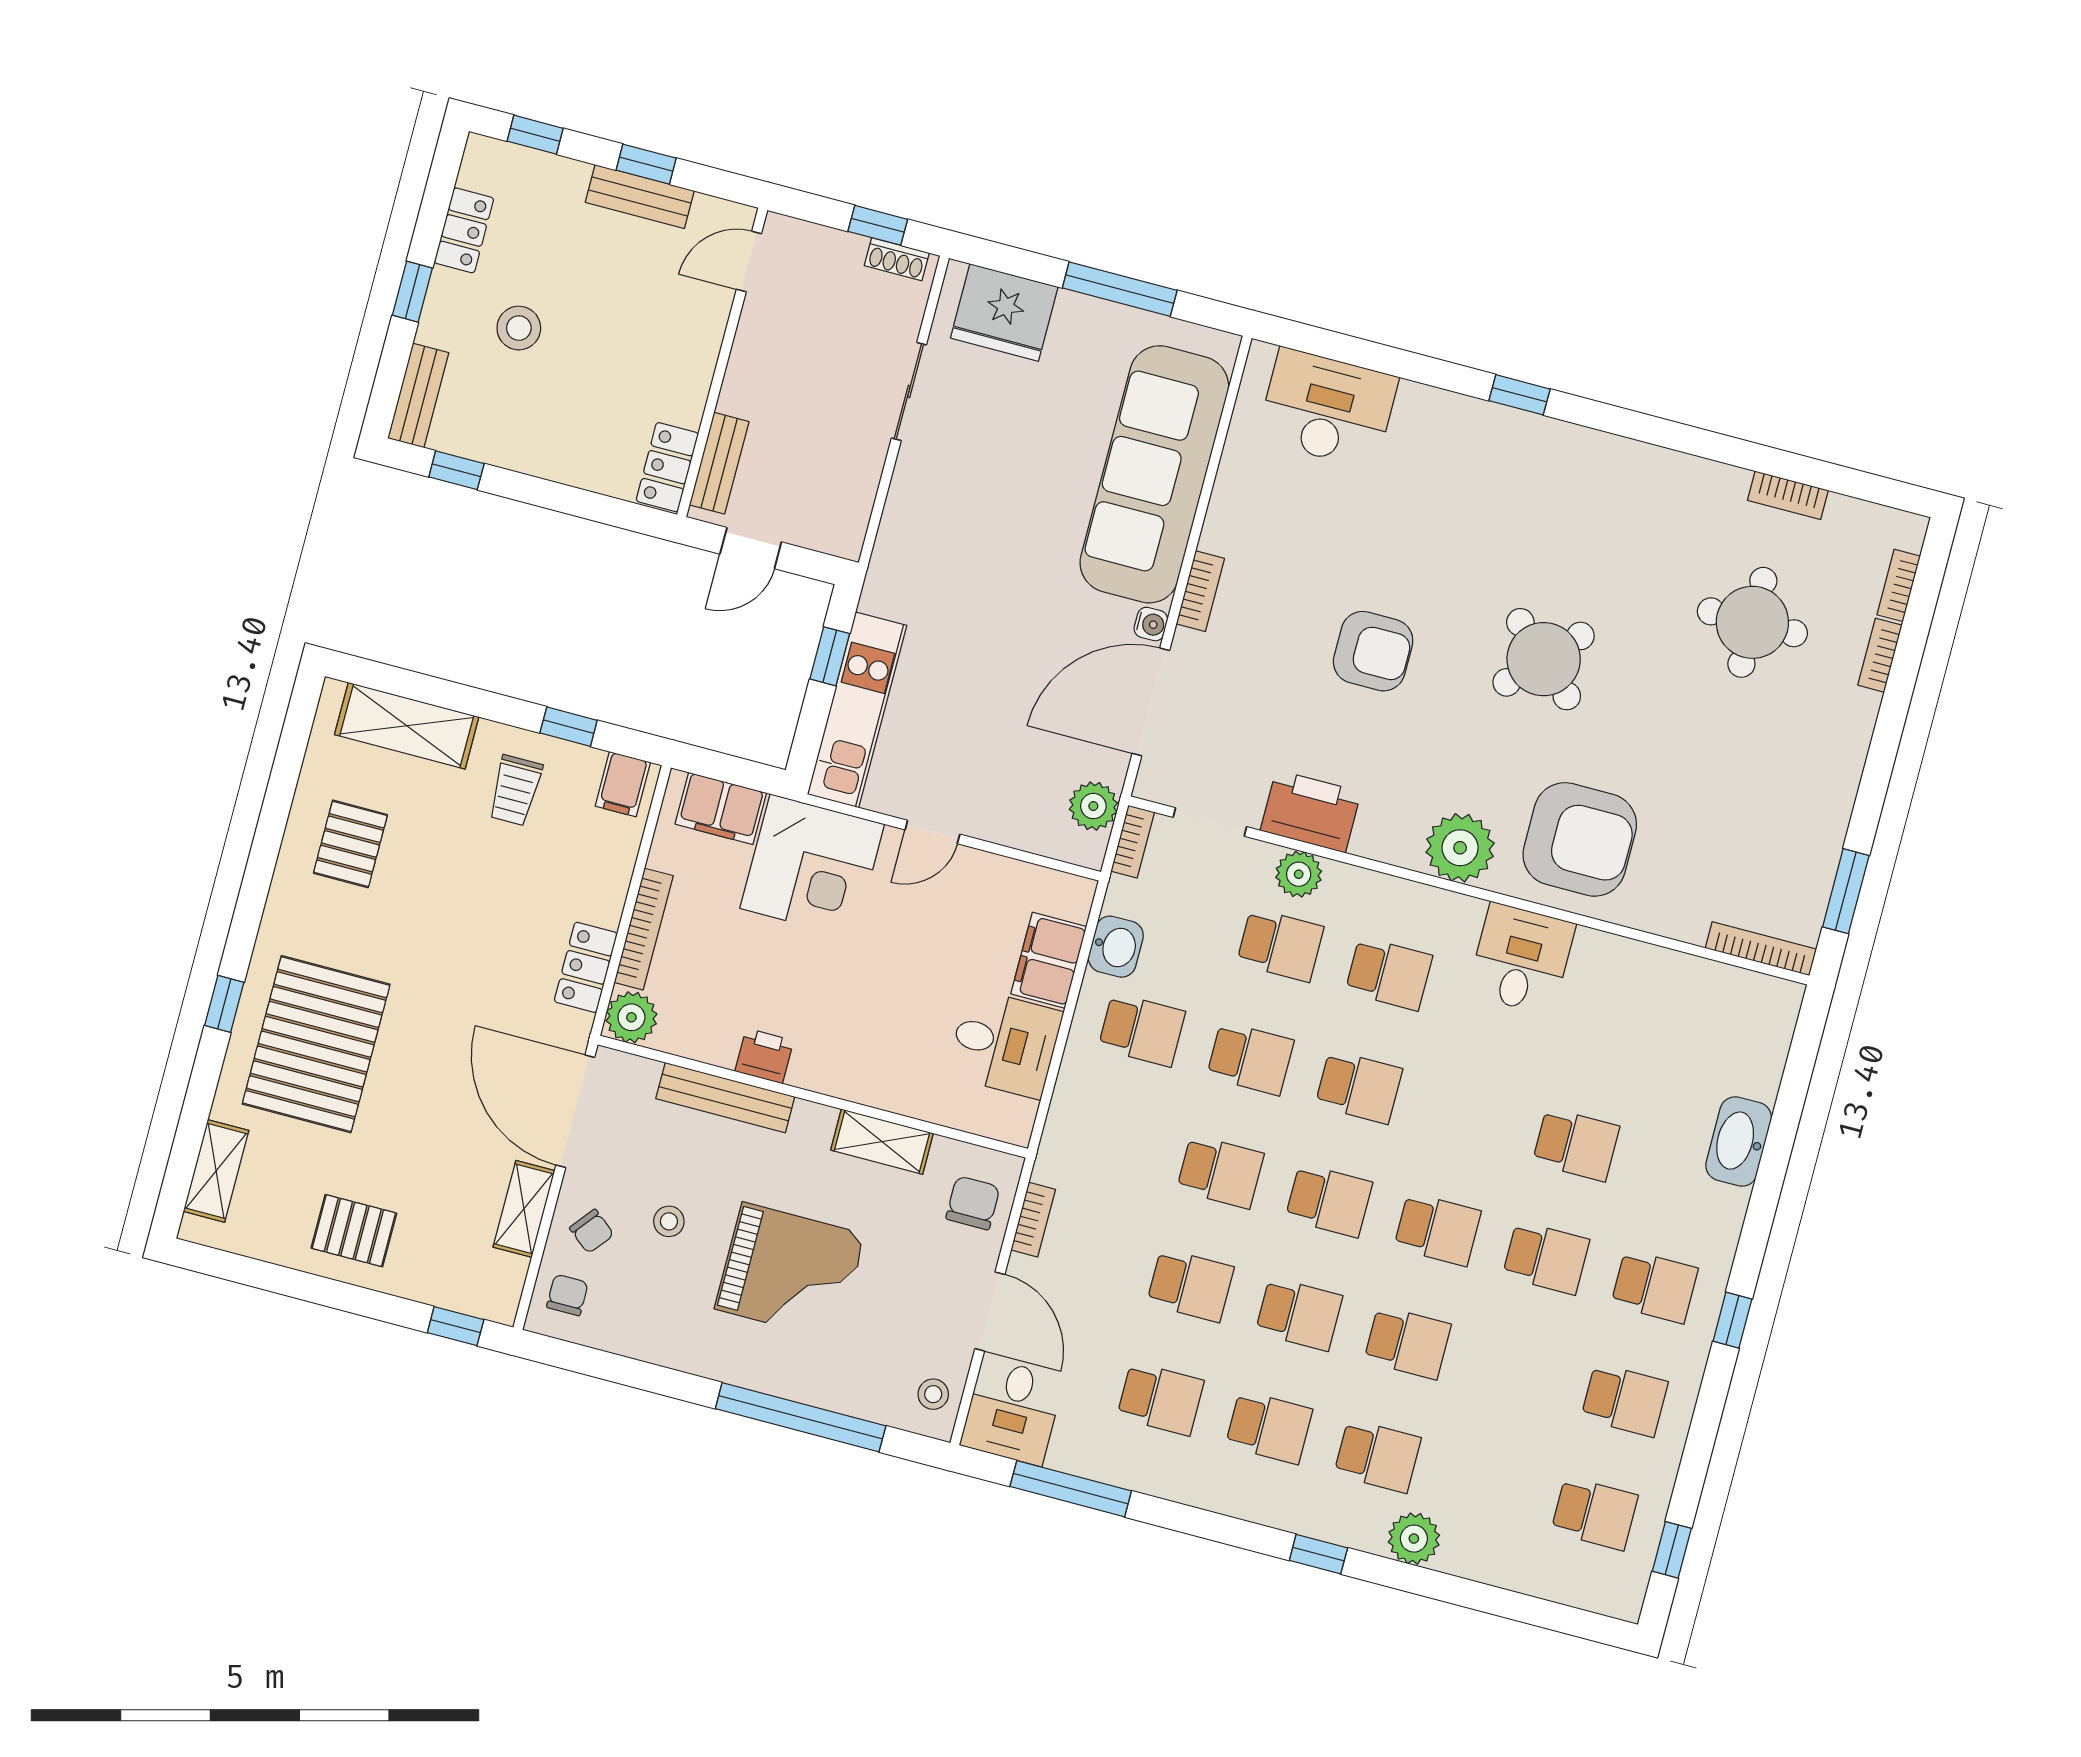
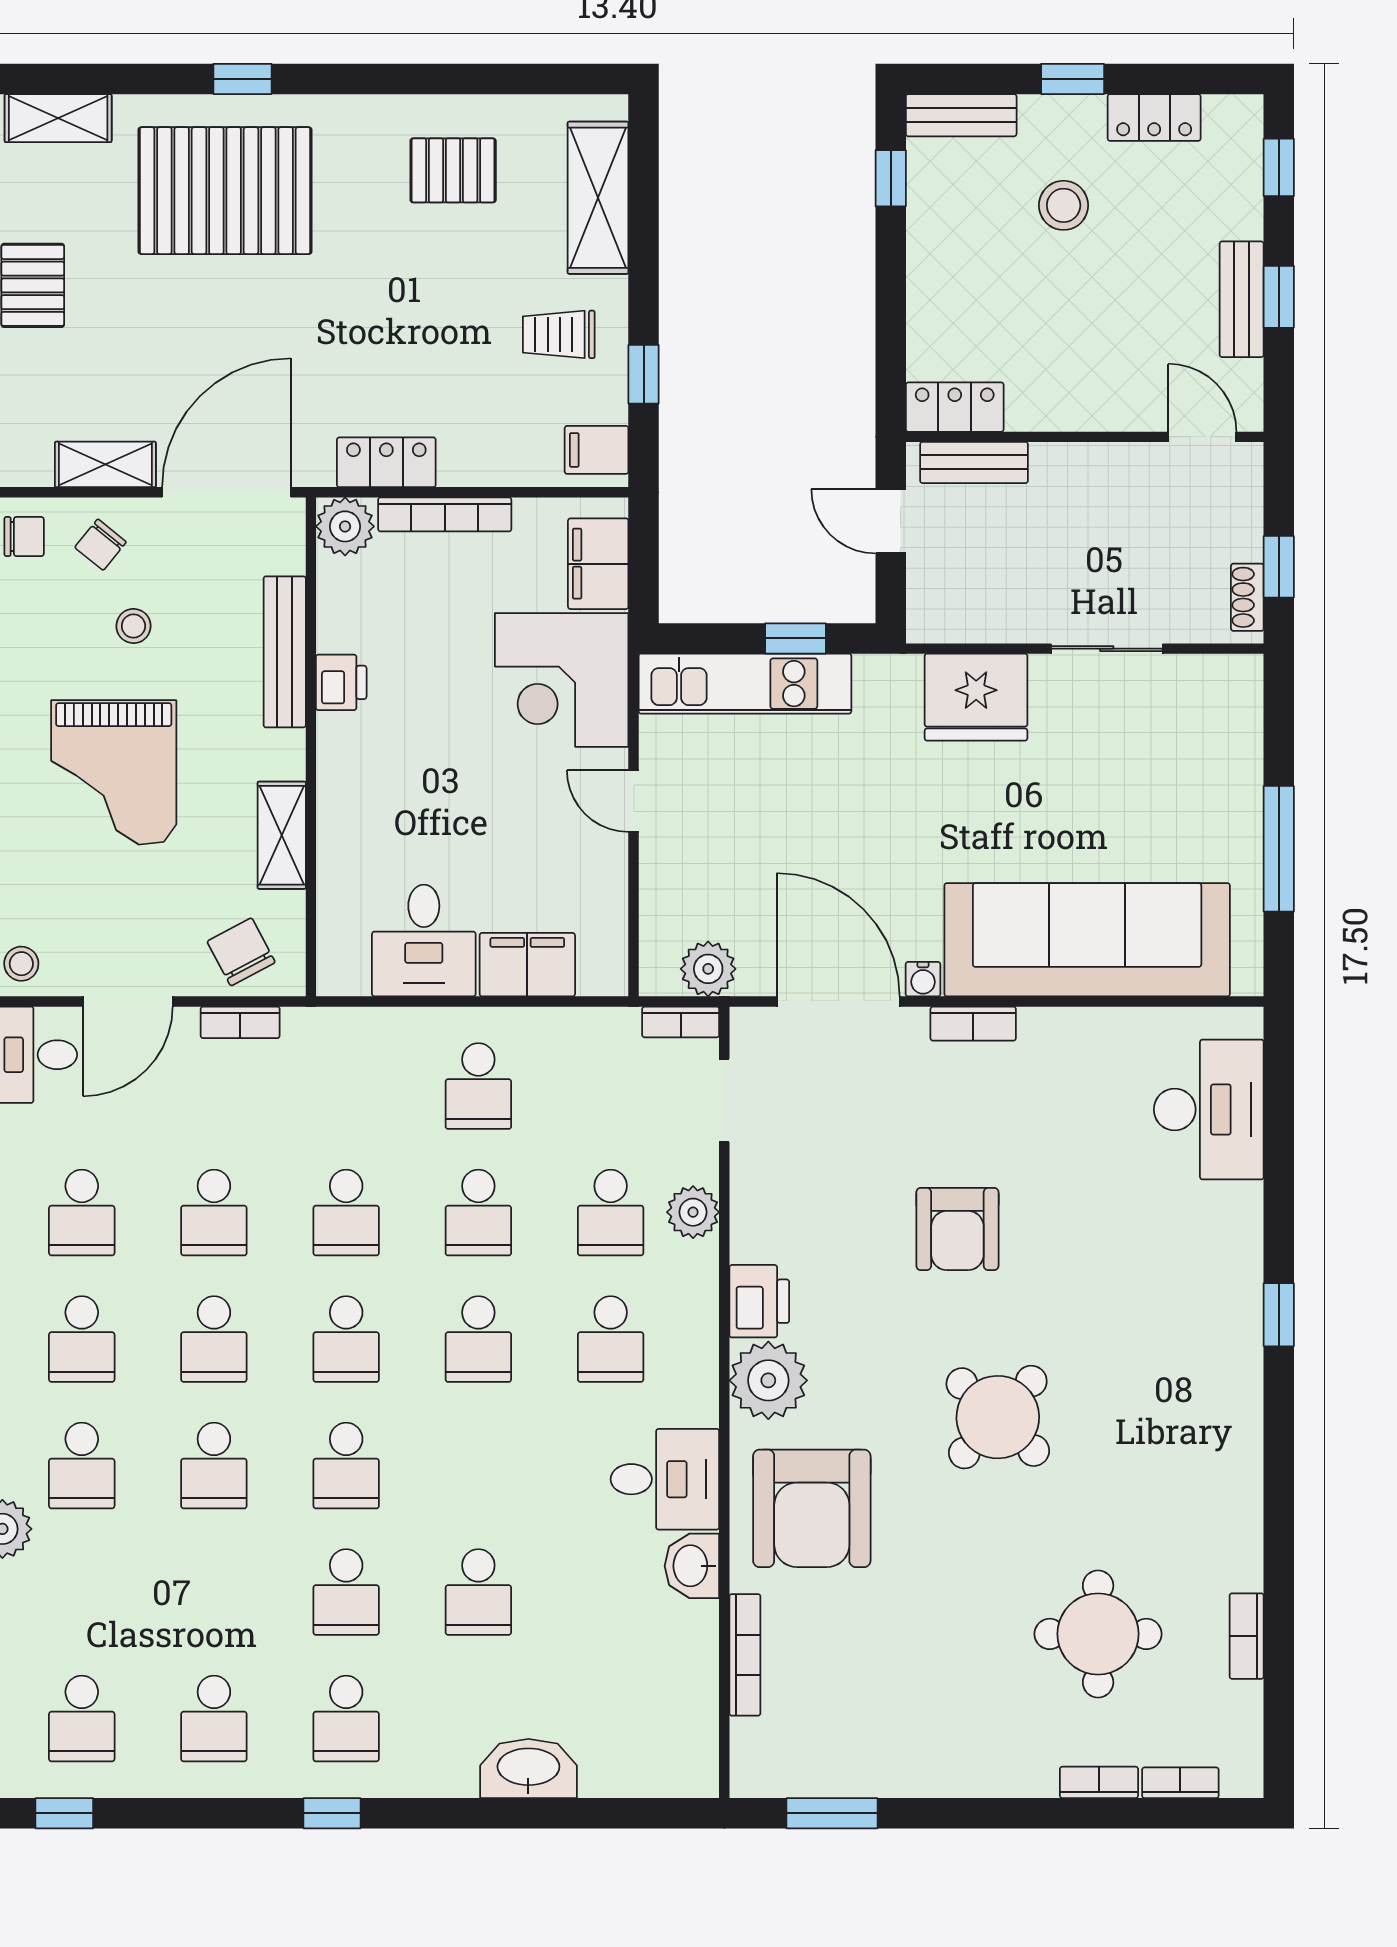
fridge: (1004, 312) -> (976, 697), moved, turned -90
printer: (1311, 811) -> (759, 1301), moved, width x0.73, depth x0.84
washbasin: (1116, 947) -> (692, 1566), moved, turned 90
bookcase: (1761, 949) -> (745, 1655), moved
chair: (973, 1203) -> (241, 952), turned -118

